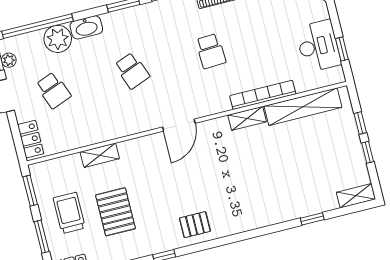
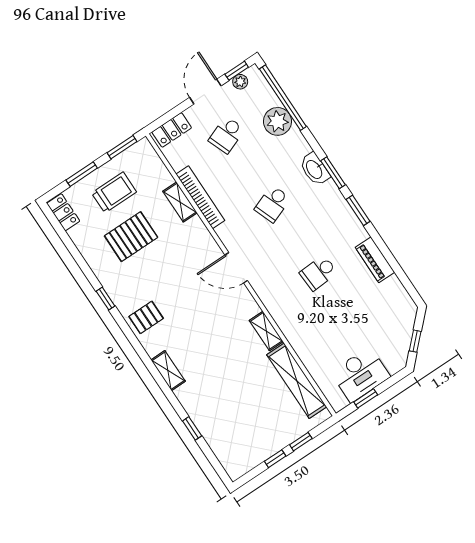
washbasin: (86, 27) -> (315, 169), moved
bookcase: (263, 95) -> (200, 197), moved
shelving: (356, 196) -> (168, 371), moved
pallet: (195, 225) -> (146, 317), turned 90

